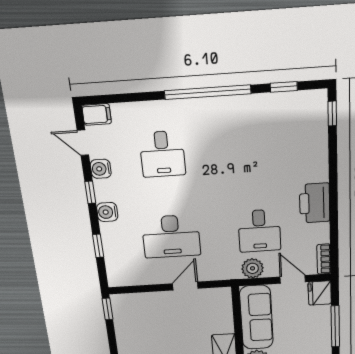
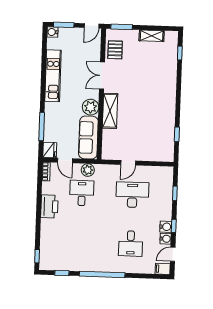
door: (83, 143) -> (173, 254), swing flipped
desk: (162, 154) -> (131, 244), turned 180
water cooler: (107, 212) -> (166, 227), moved
window: (107, 309) -> (177, 134), moved

